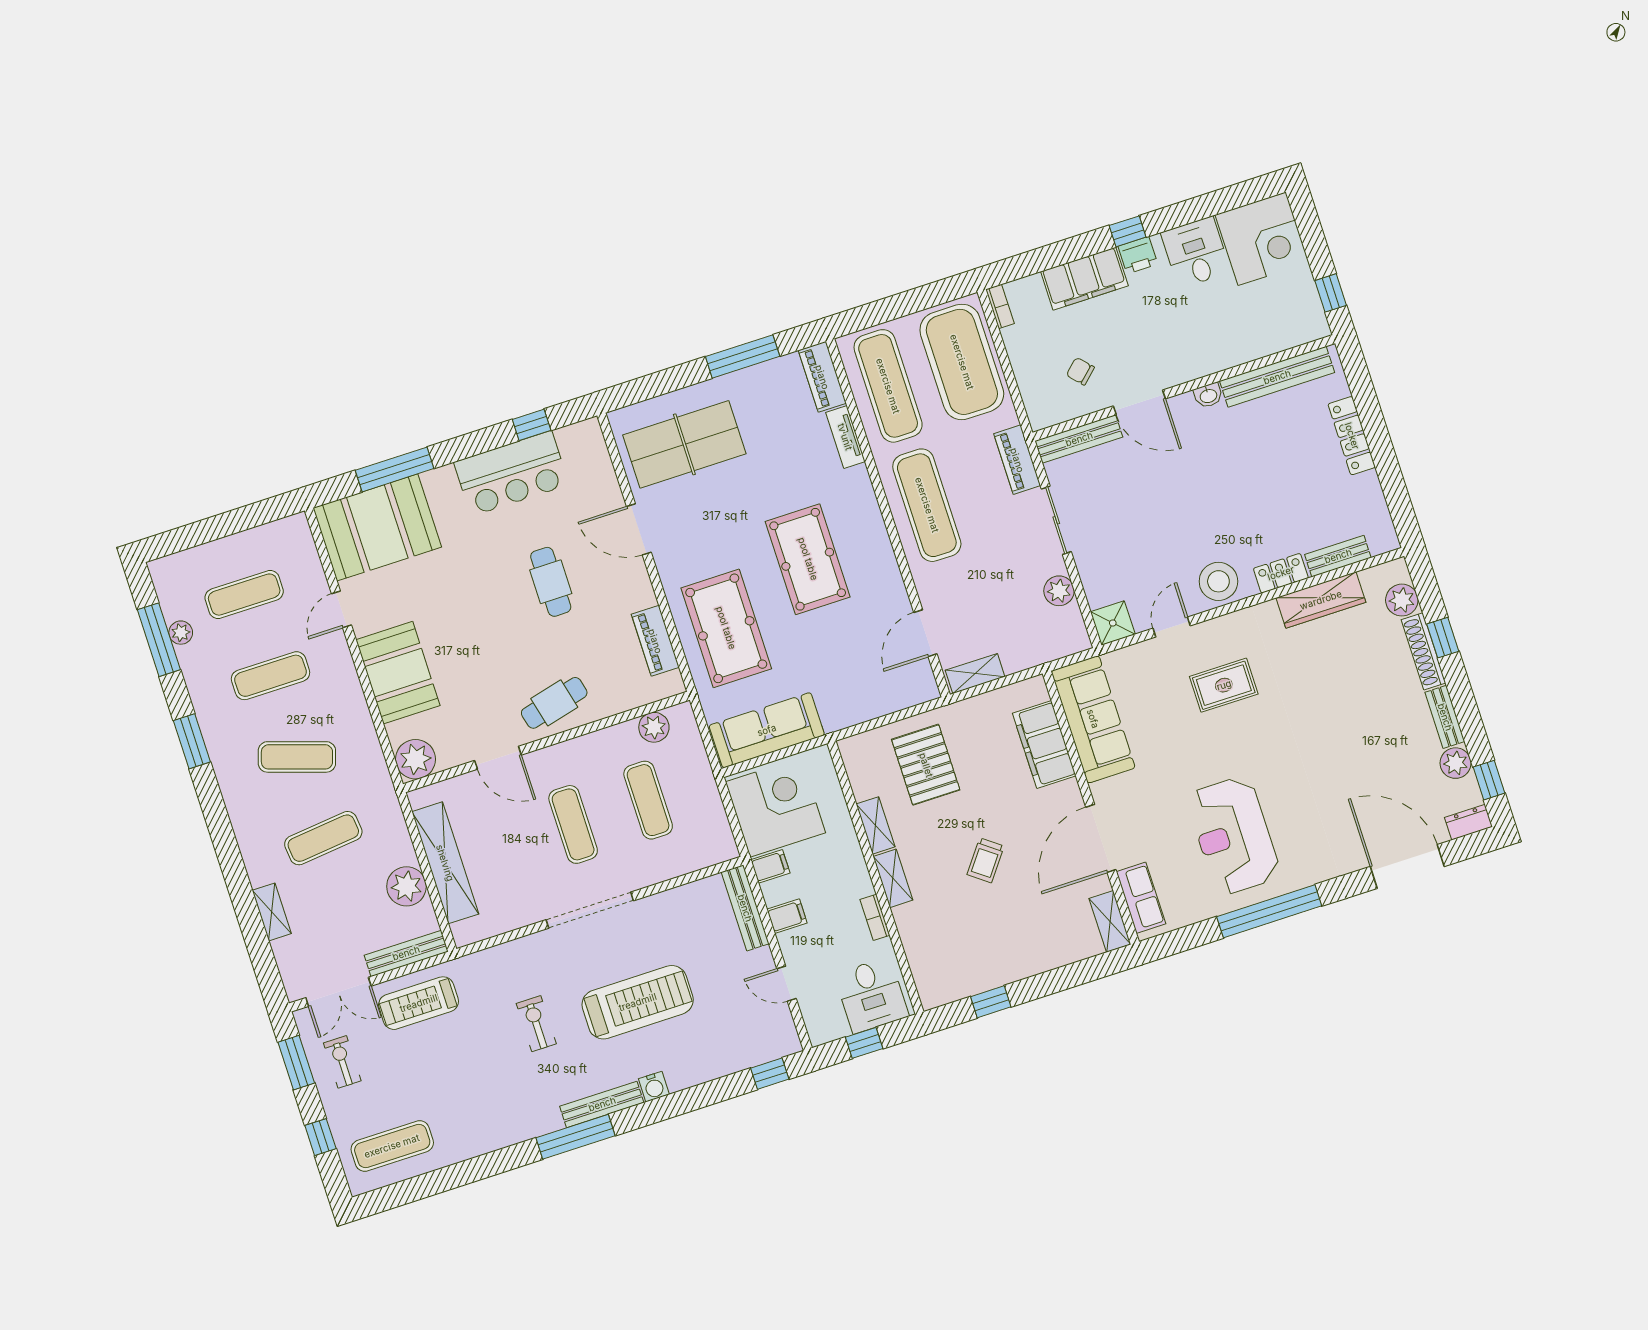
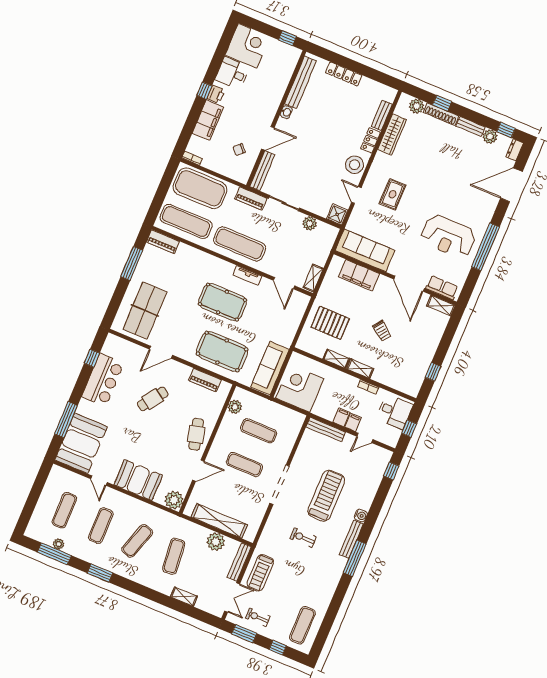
tv unit: (845, 437) -> (247, 275), moved
cafe table: (551, 582) -> (153, 399), turned -55
filing cabinet: (770, 866) -> (353, 422), moved

